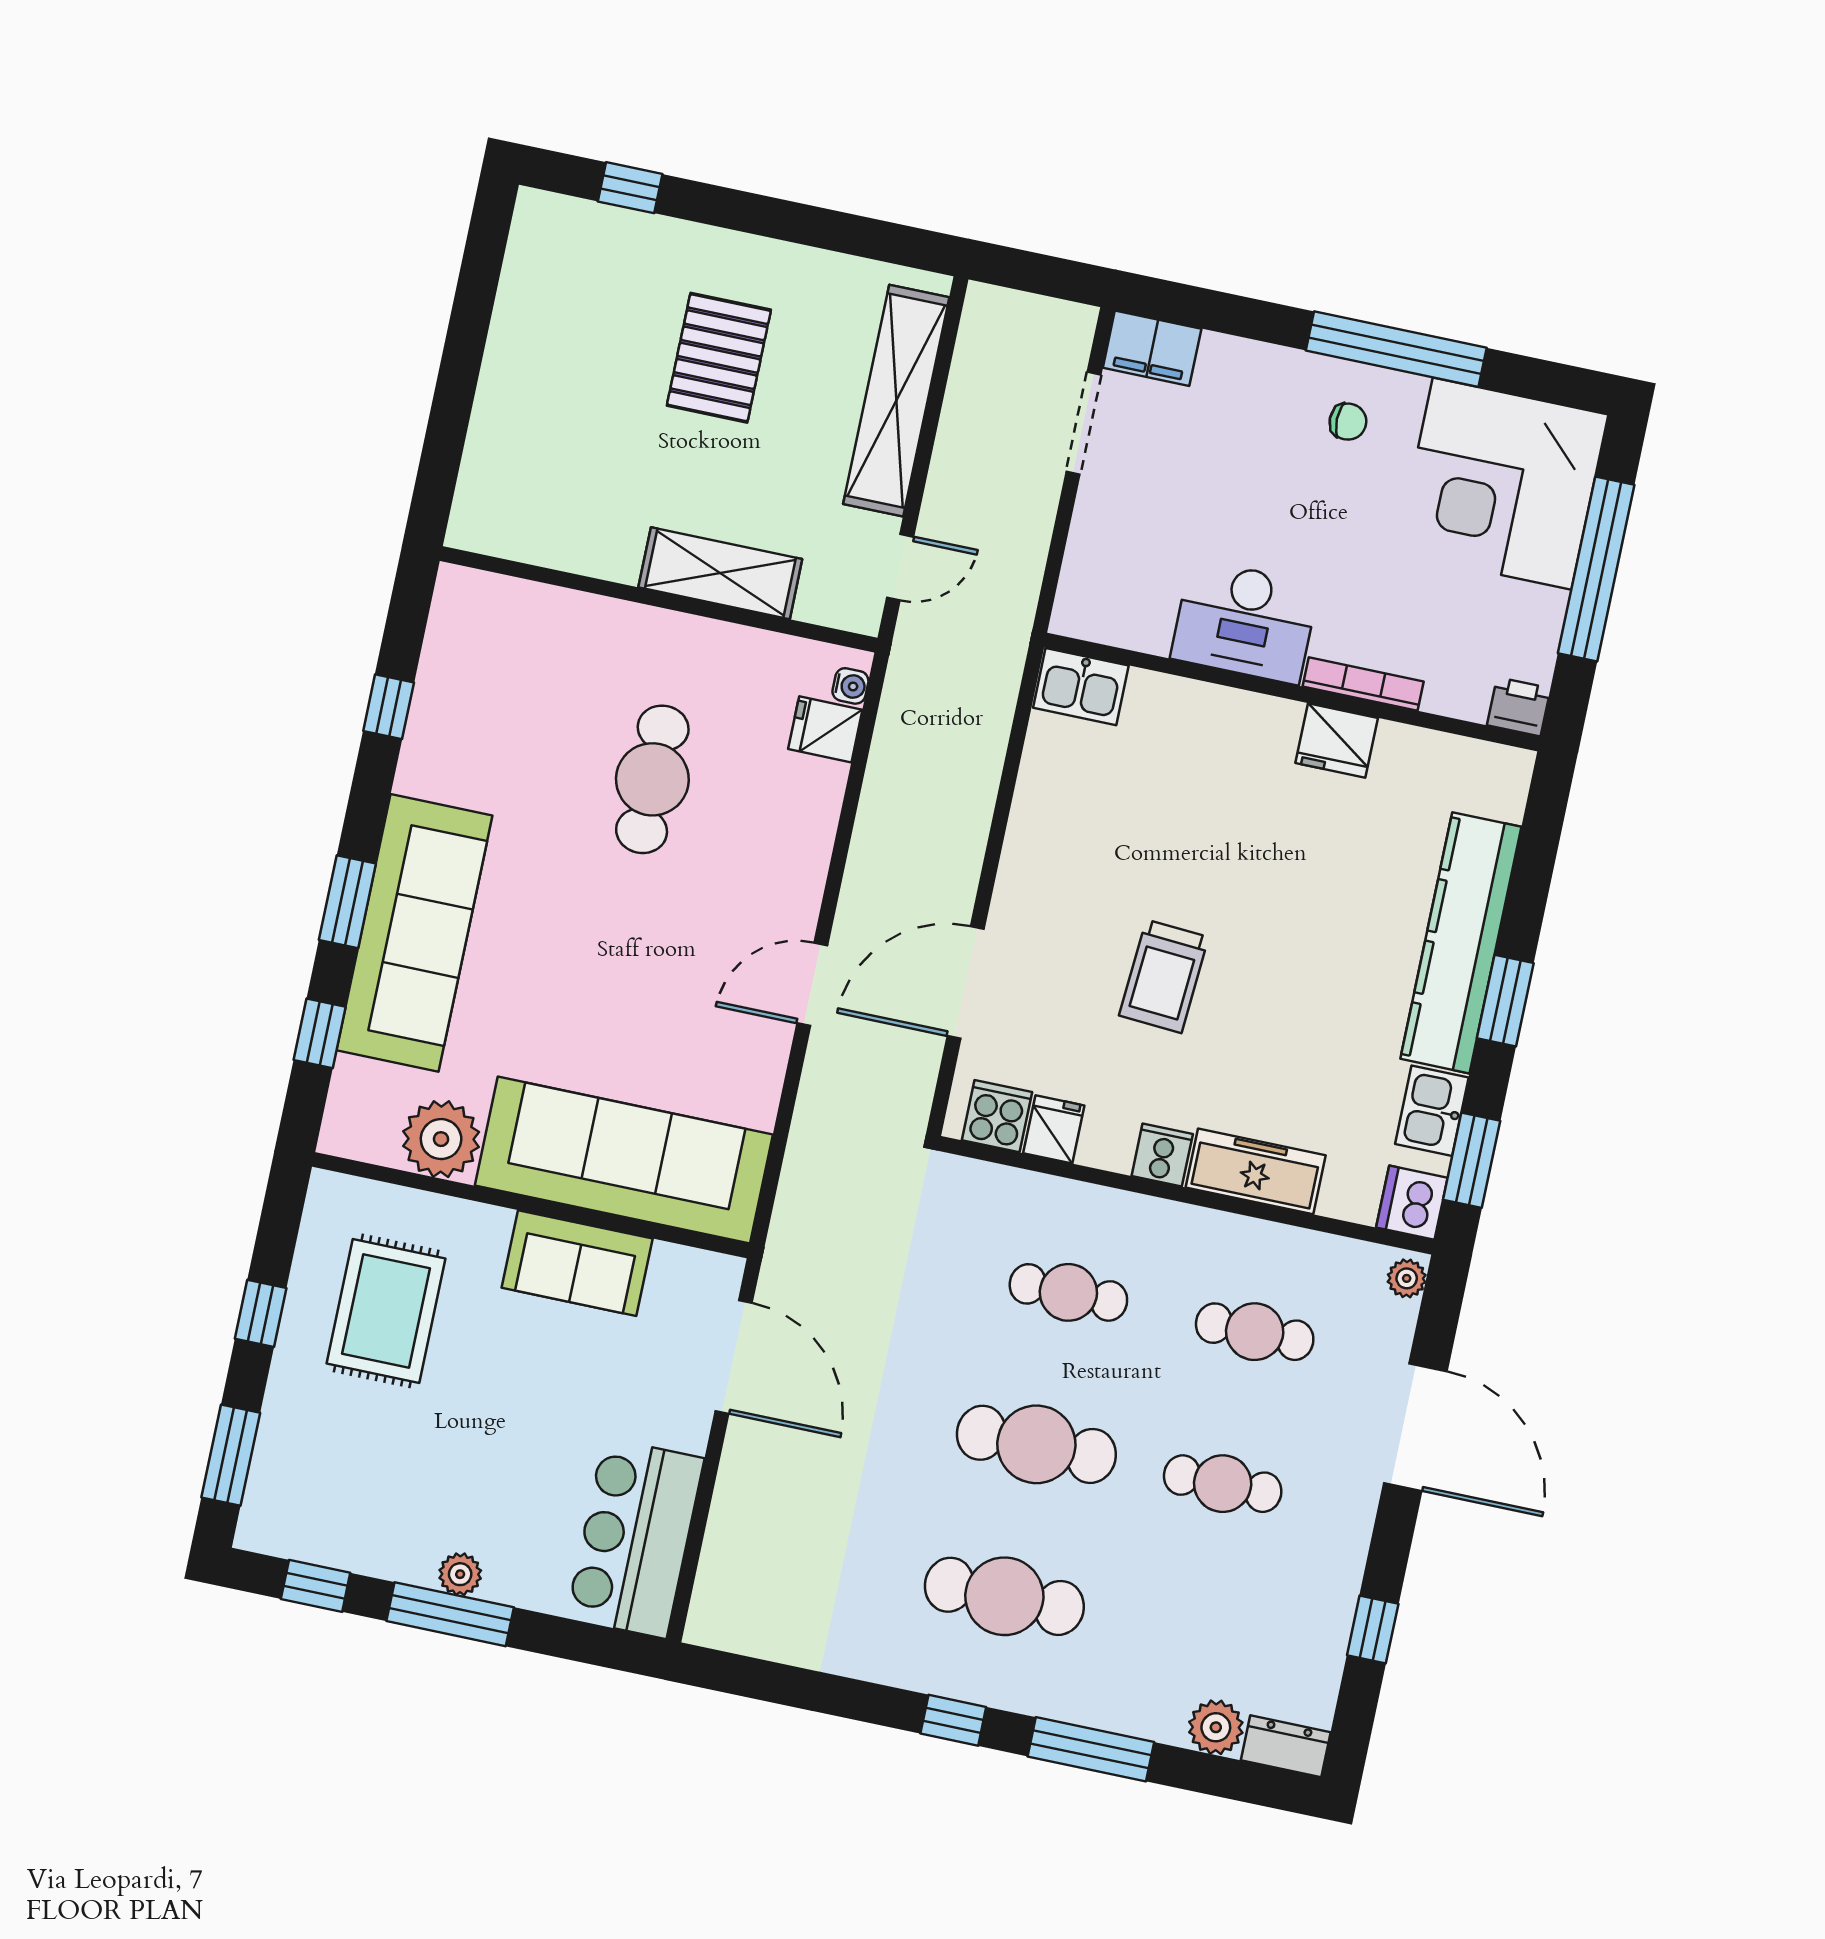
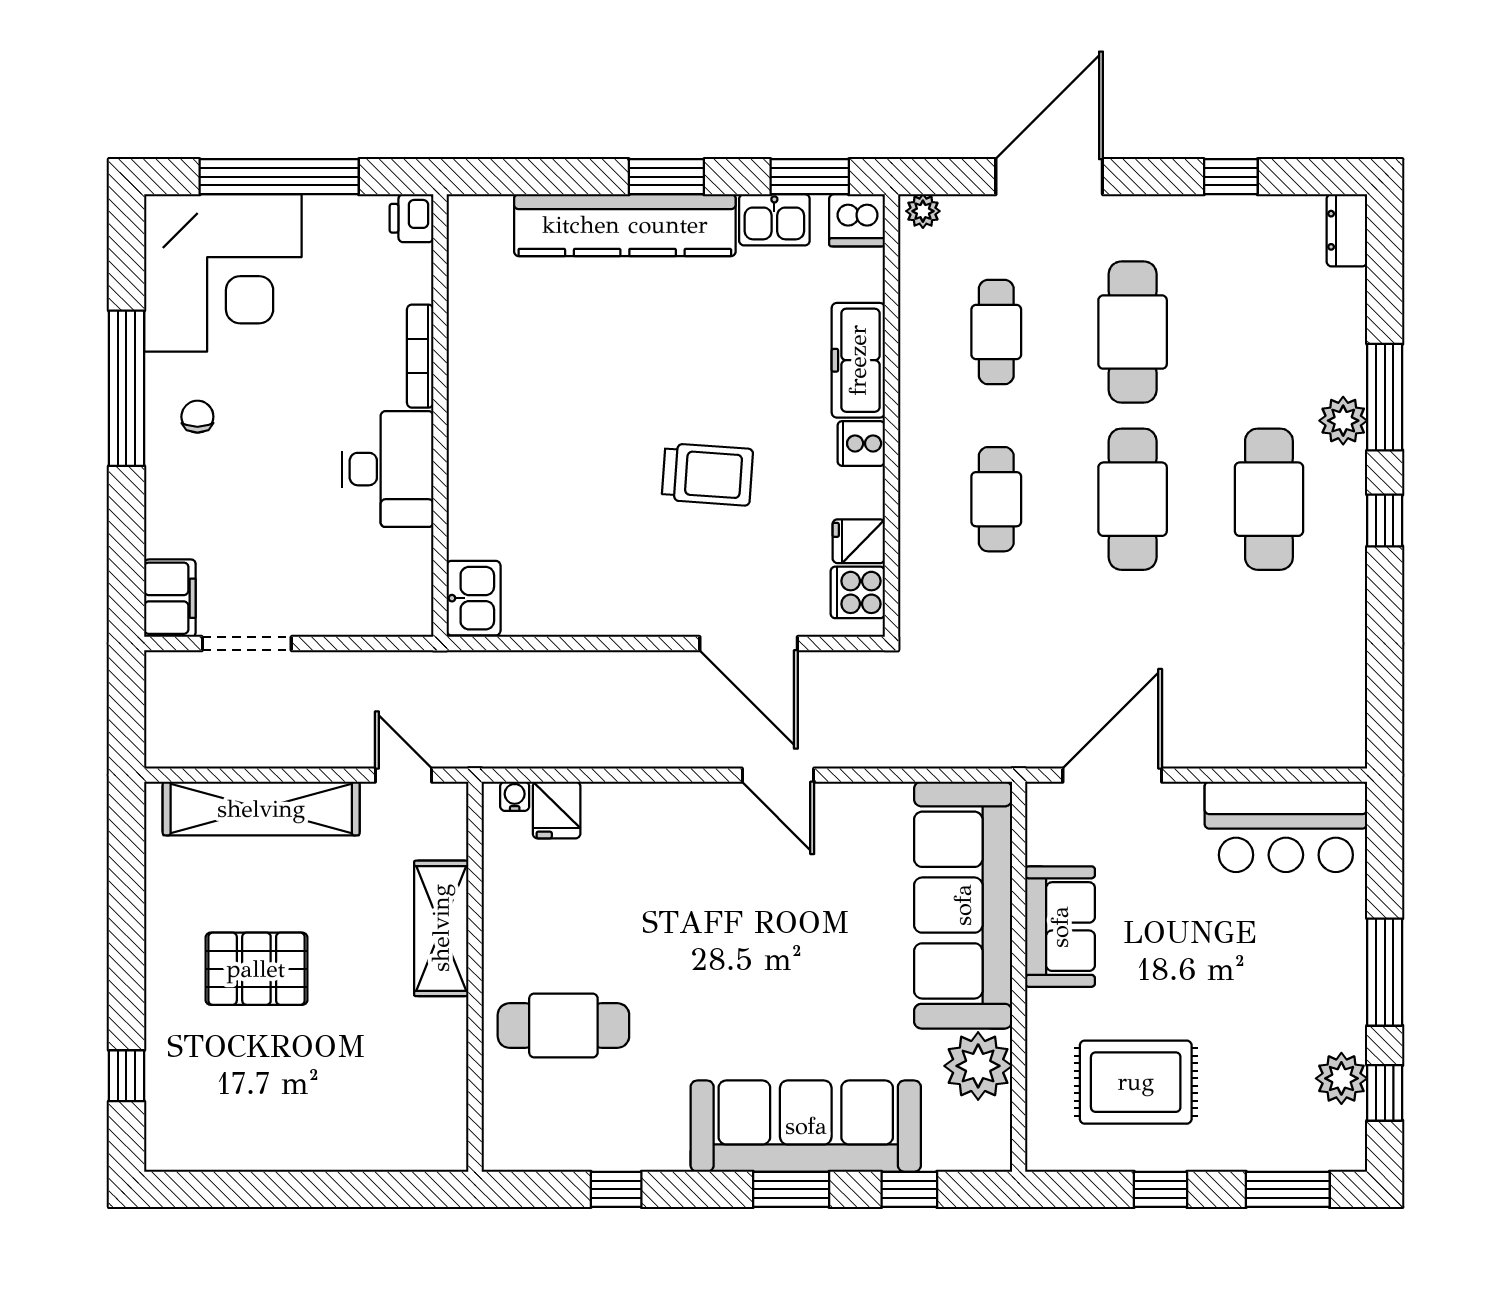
fridge: (1337, 740) -> (473, 369), removed
cafe table: (652, 779) -> (563, 1026), moved
cafe table: (1223, 1484) -> (1133, 332), width x1.37, depth x1.35
plant: (460, 1574) -> (1341, 1078), moved, width x1.38, depth x1.38
plant: (1216, 1727) -> (1343, 421), moved

